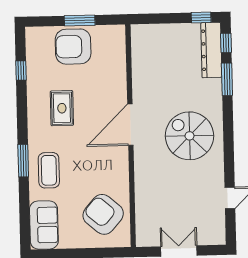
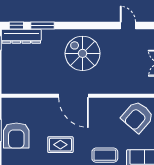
spiral stairs: (189, 136) -> (83, 53), turned 90

